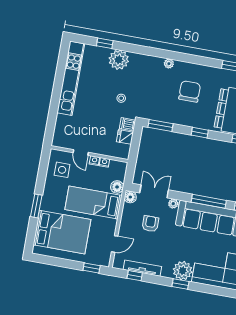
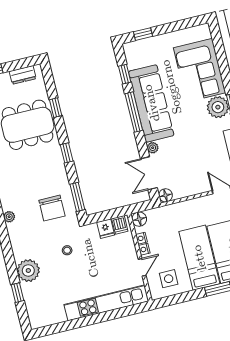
kitchen unit: (71, 78) -> (106, 303), moved
chair: (190, 91) -> (52, 208), moved, turned -90
dishwasher: (127, 124) -> (120, 225), moved
floor lamp: (117, 187) -> (139, 219), moved
bed: (93, 203) -> (199, 258), moved, turned 180
armchair: (150, 224) -> (184, 162), removed

